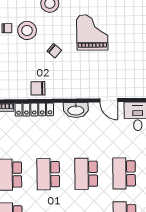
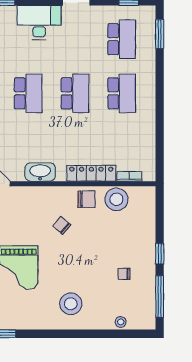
stool: (27, 30) -> (116, 199), moved
chair: (54, 51) -> (62, 225), moved

